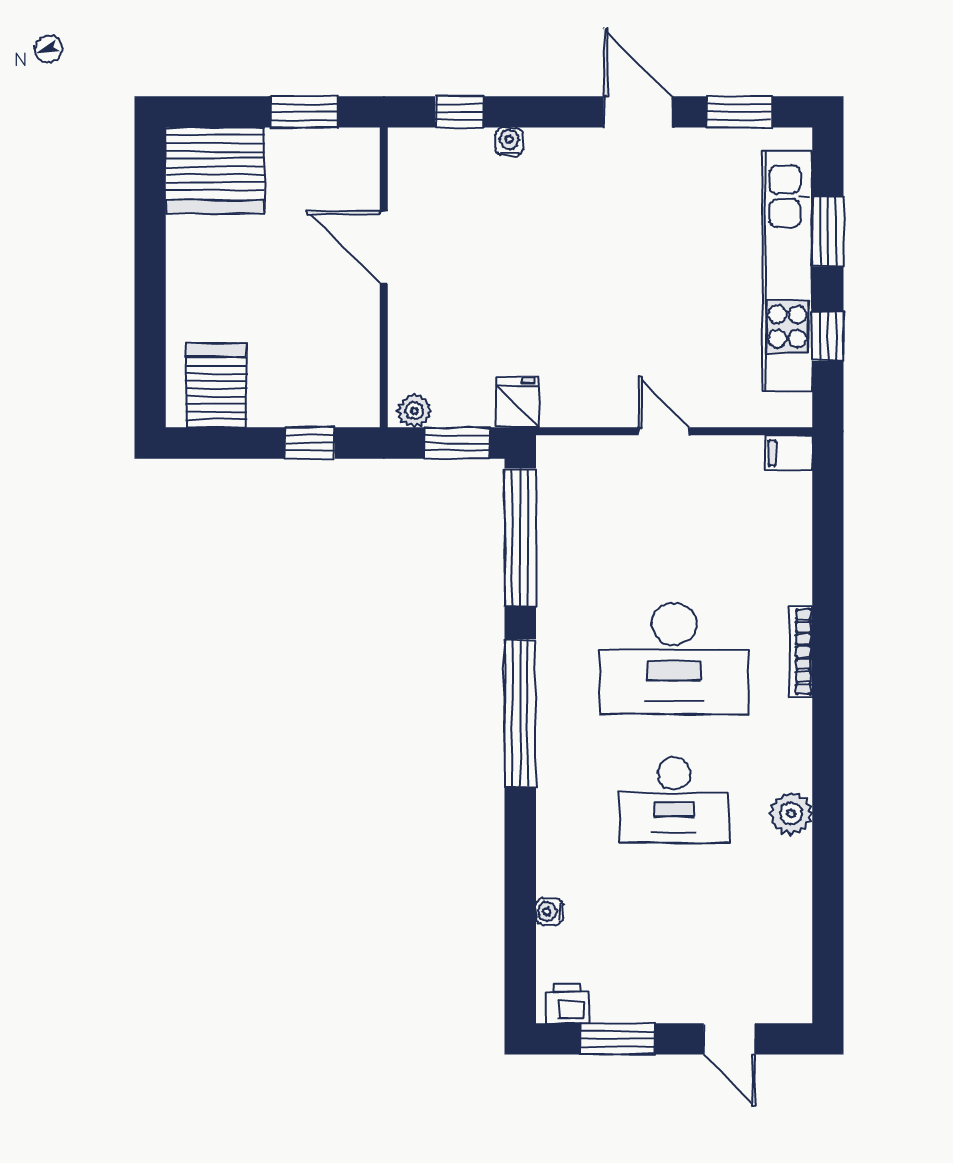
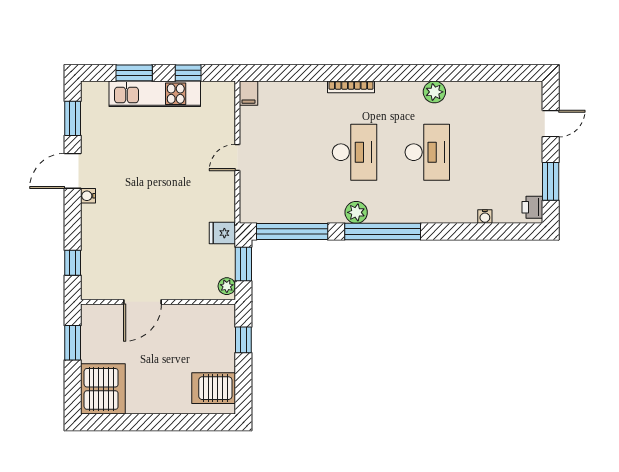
water cooler: (509, 142) -> (88, 196), moved
kitchen unit: (787, 271) -> (155, 94), width x0.73
desk: (674, 659) -> (355, 152), width x0.73, depth x0.77
plant: (557, 662) -> (356, 212), added

